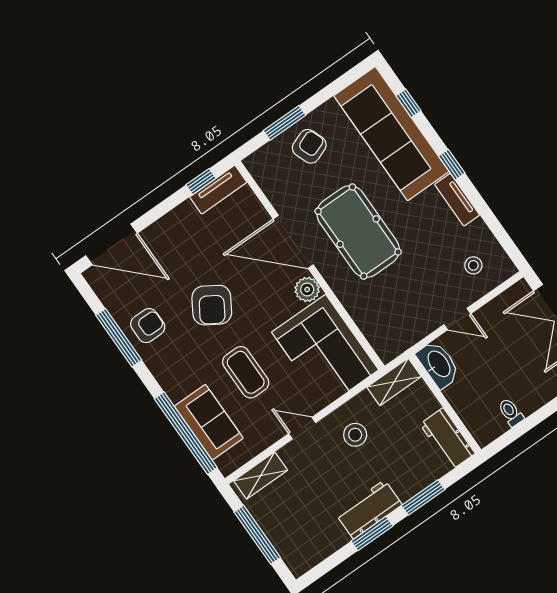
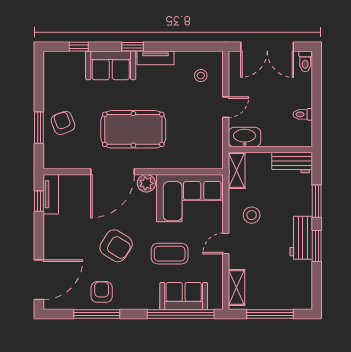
sofa: (391, 134) -> (111, 65), width x0.54, depth x0.79

